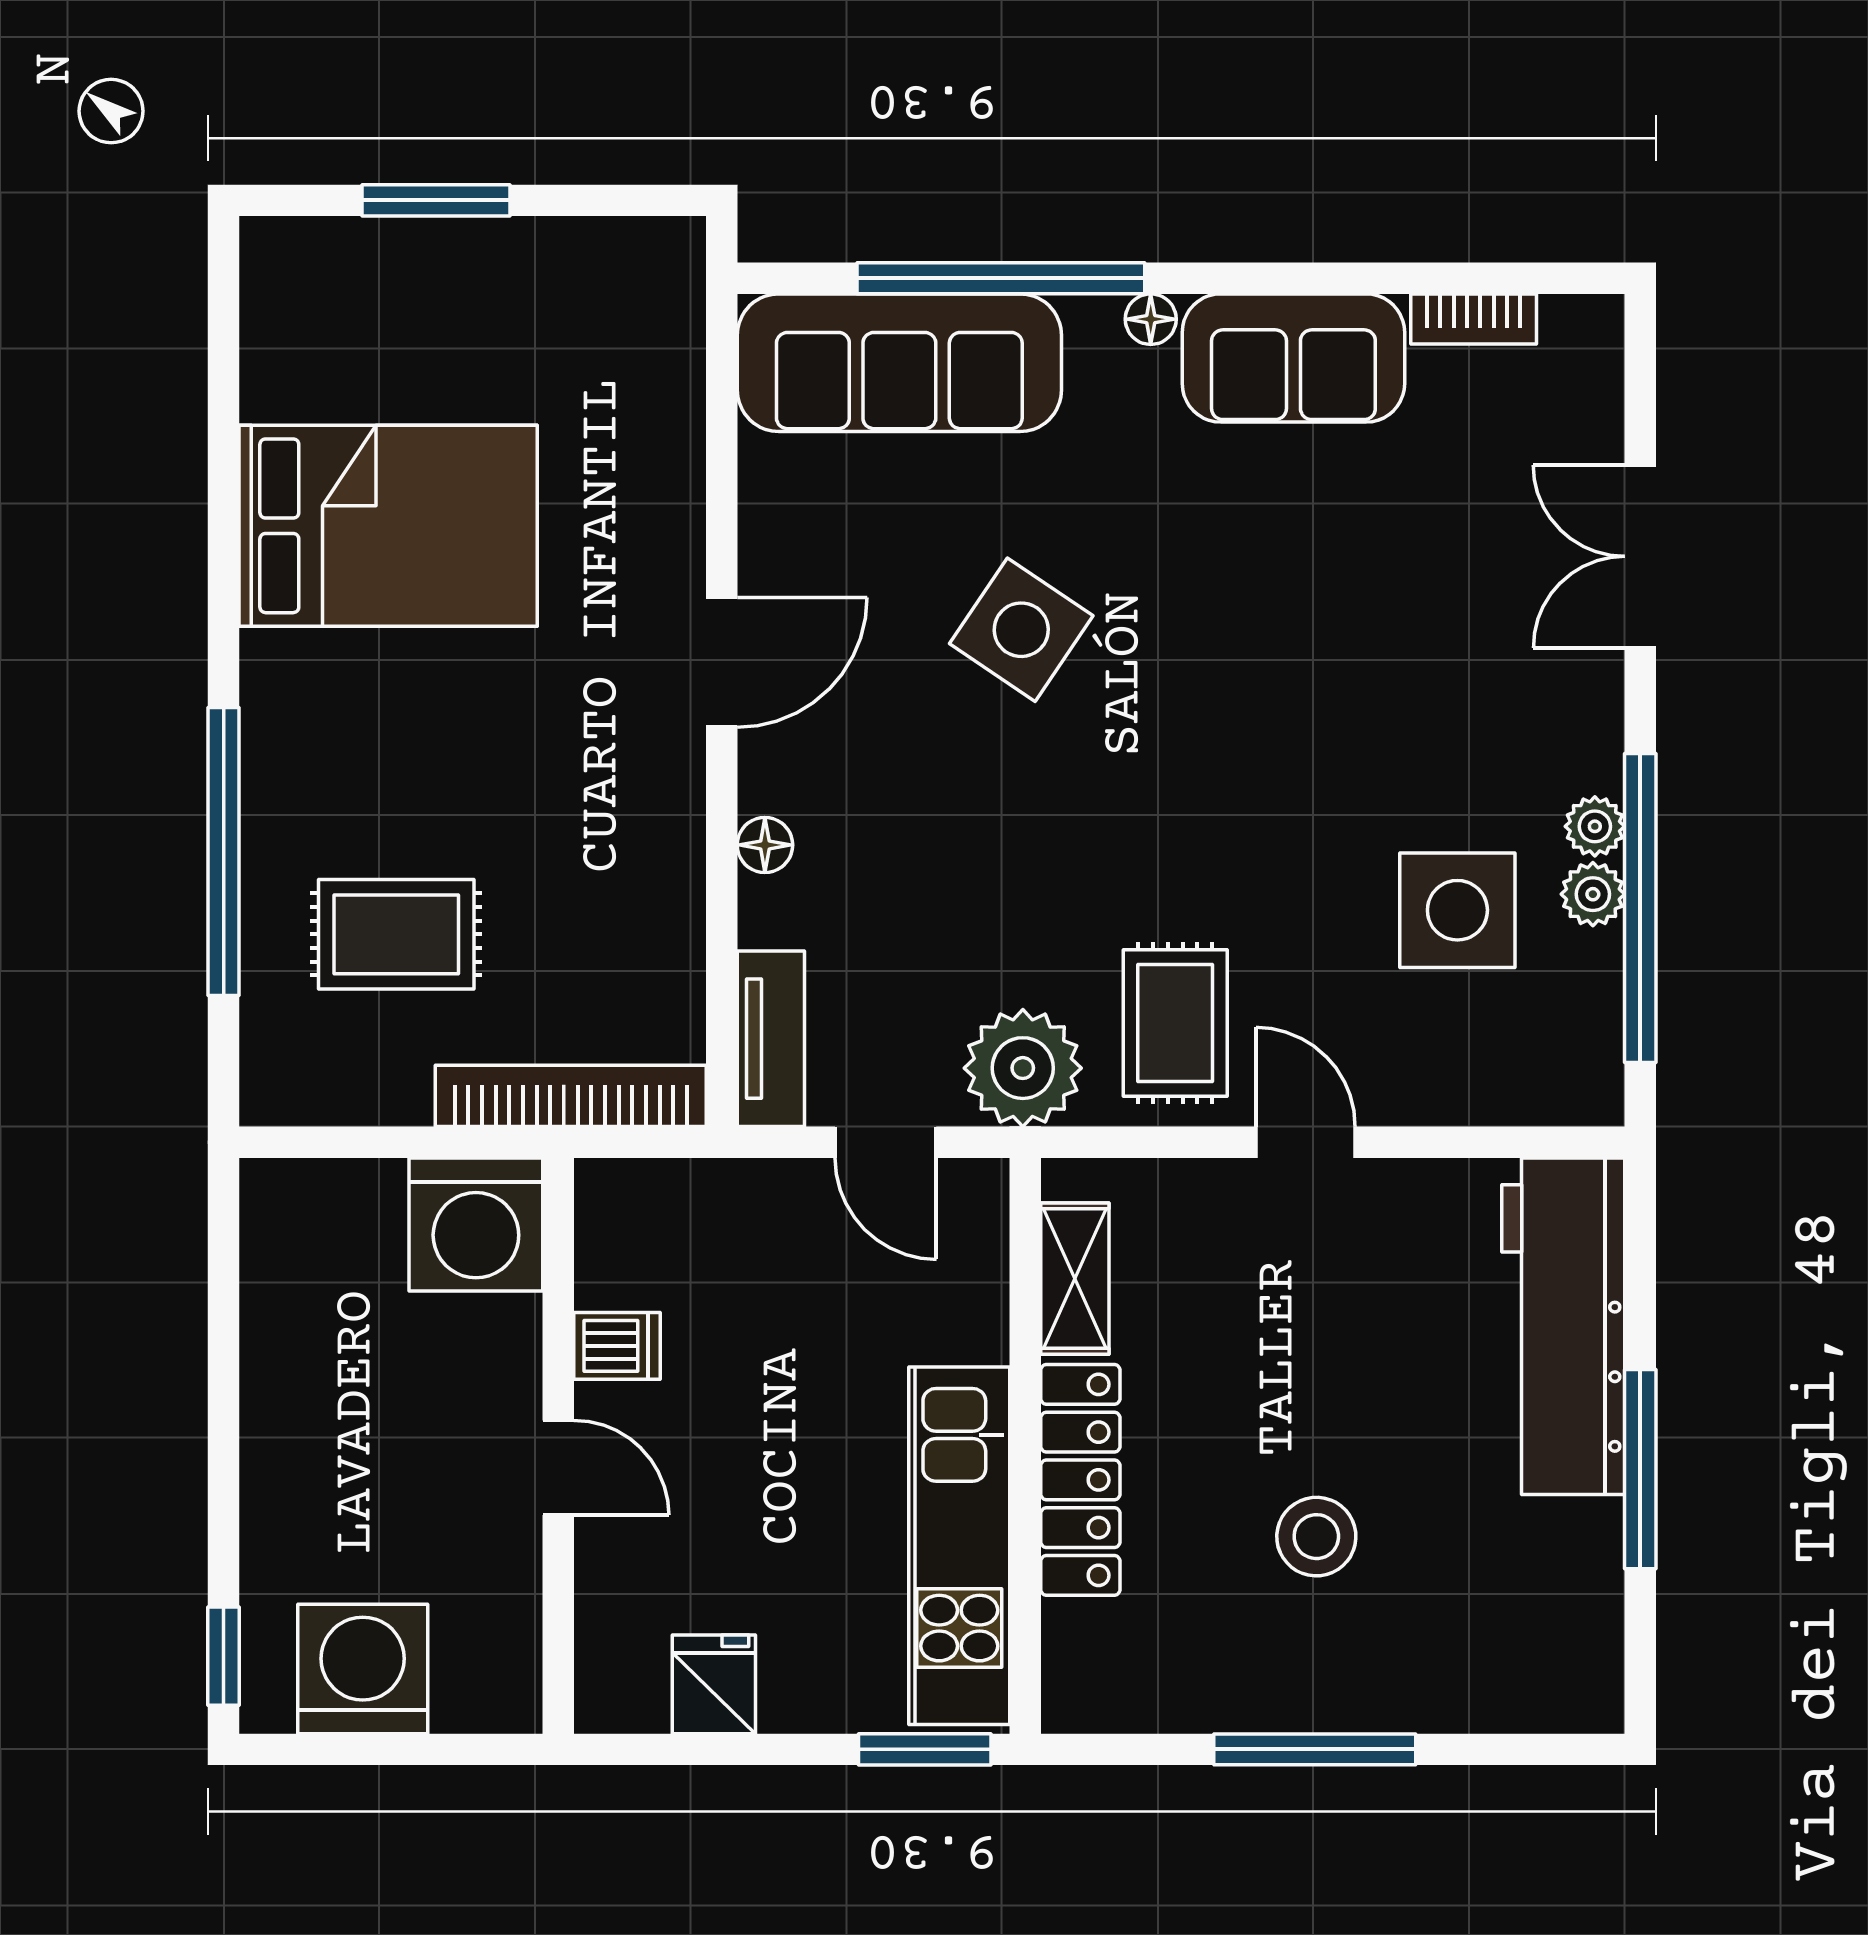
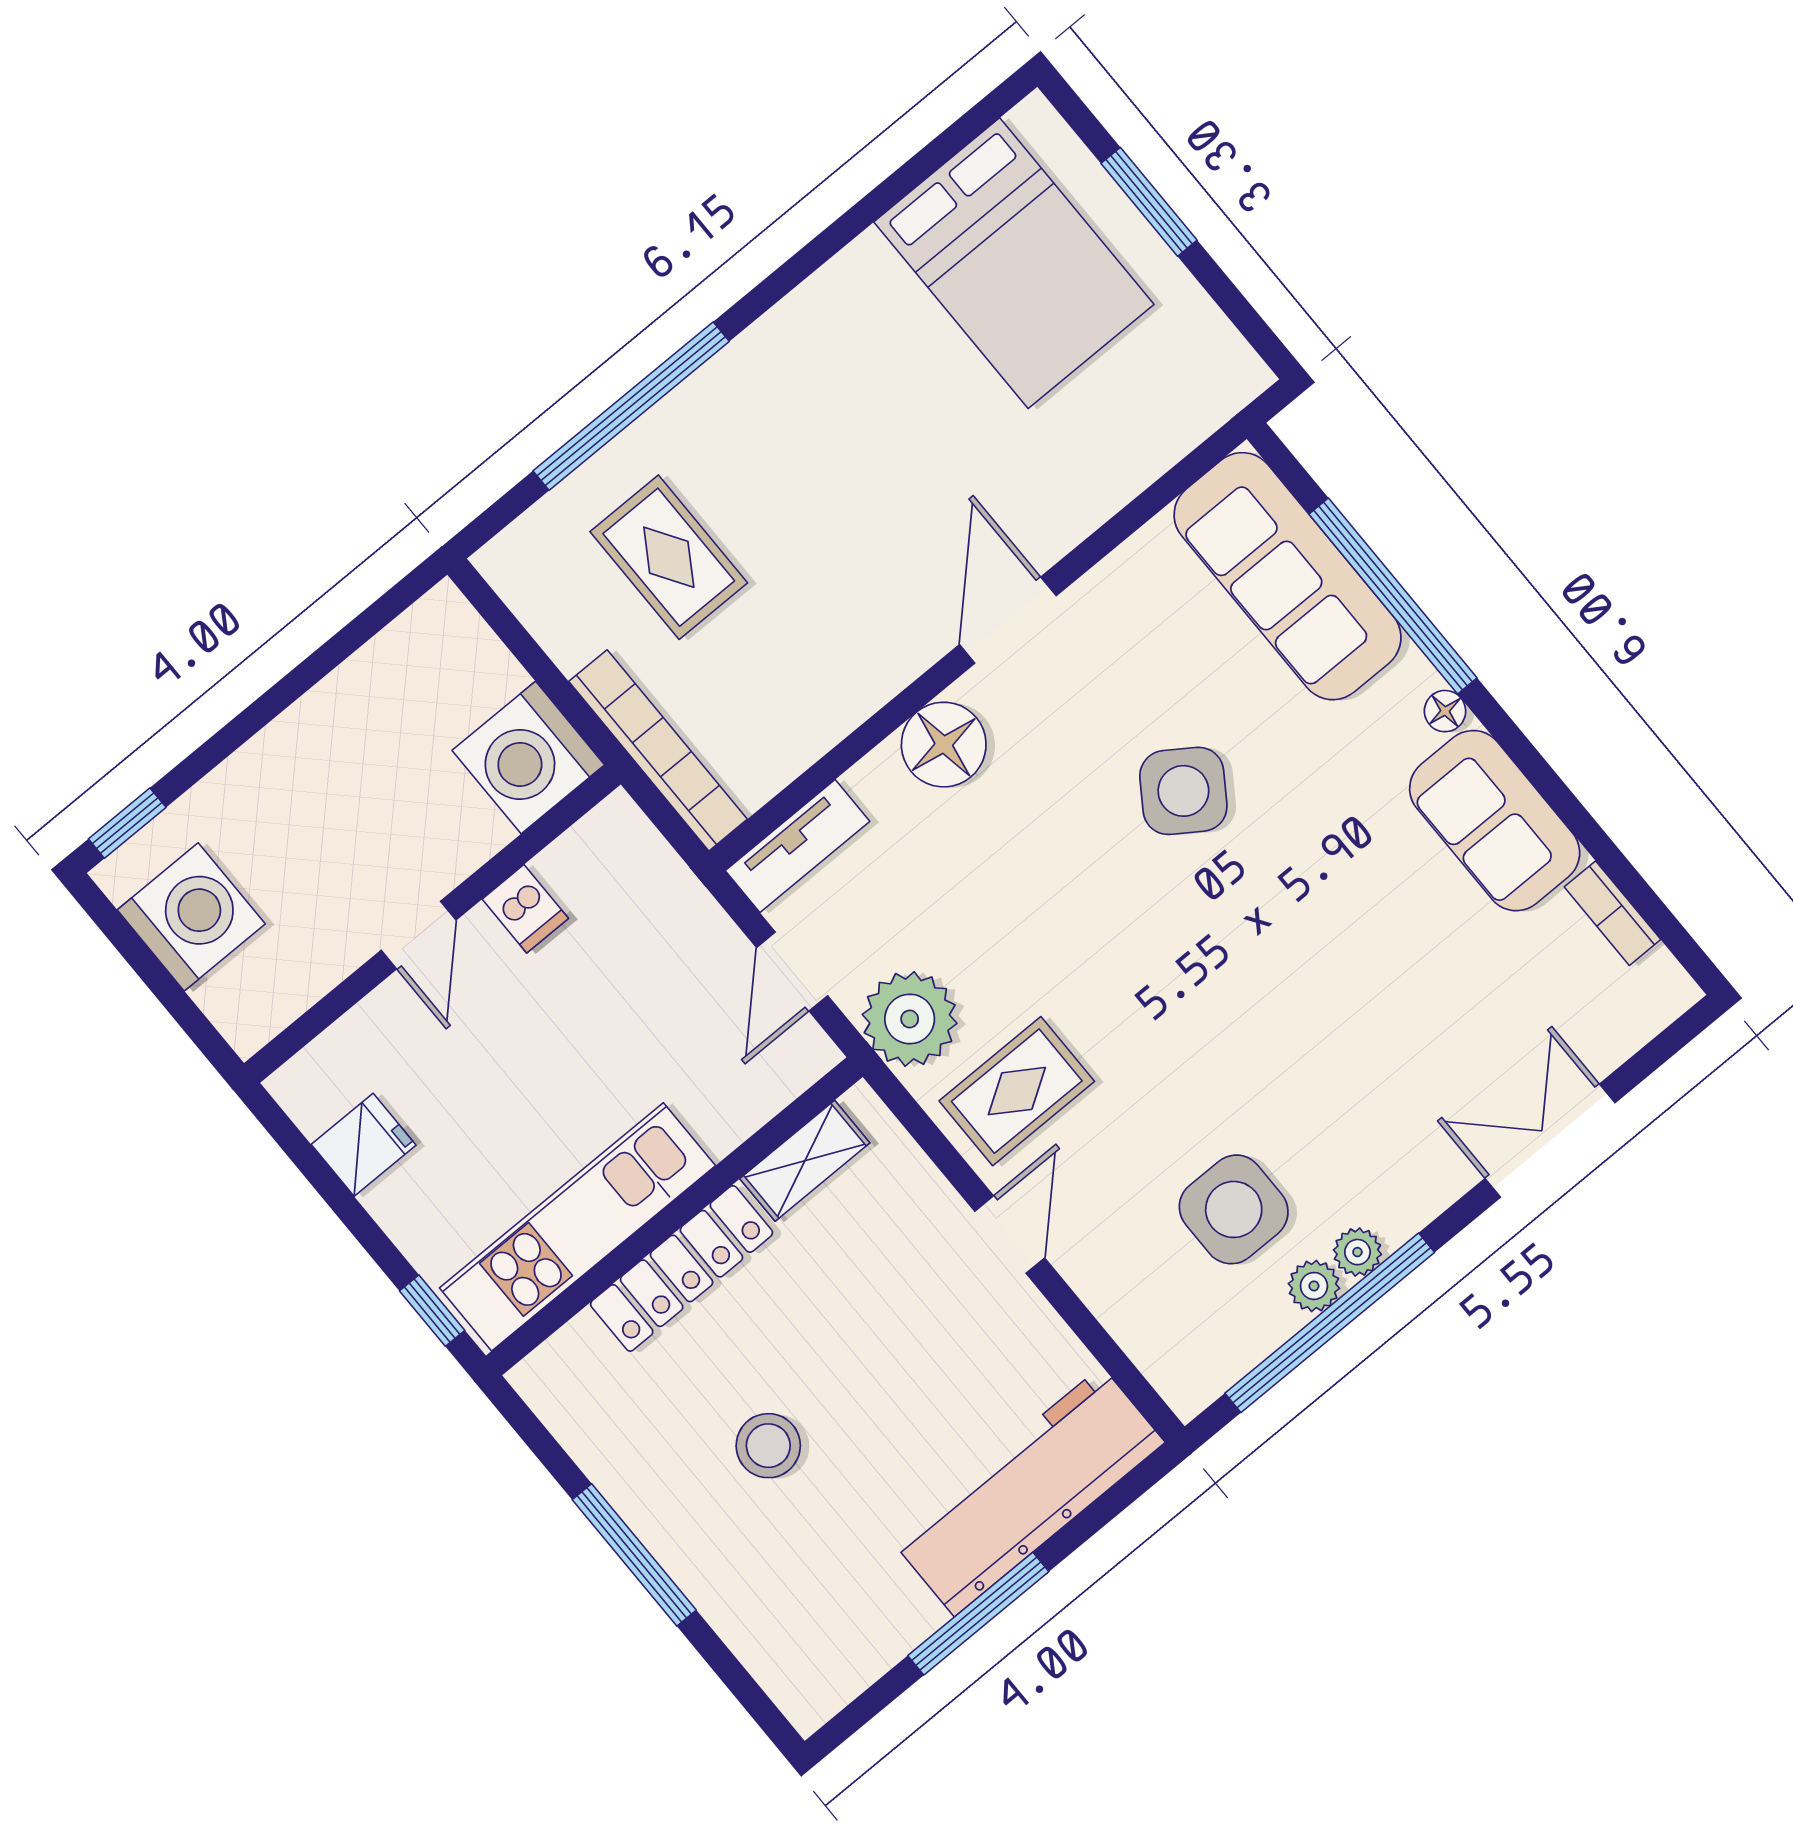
bed: (388, 526) -> (1014, 263), moved
door: (722, 662) -> (1008, 620), swing flipped
floor lamp: (765, 845) -> (944, 745), width x1.89, depth x1.89
window: (925, 1749) -> (432, 1311), width x0.67

